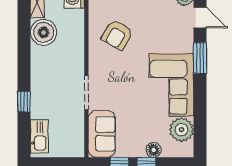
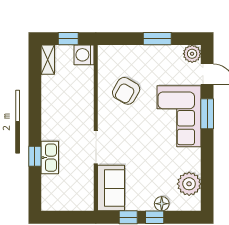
boiler: (44, 32) -> (54, 89), removed
corner sofa: (171, 85) -> (179, 116), moved
kitchen sink: (39, 136) -> (50, 158), moved

